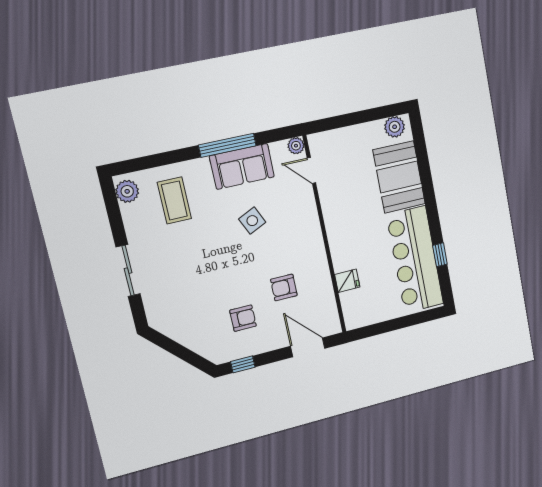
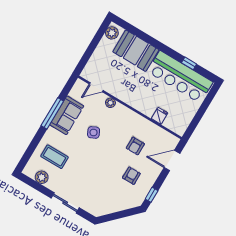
plant: (296, 146) -> (110, 103), moved
plant: (127, 191) -> (42, 177), moved

